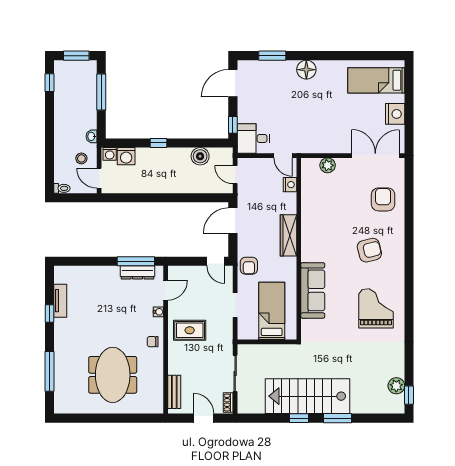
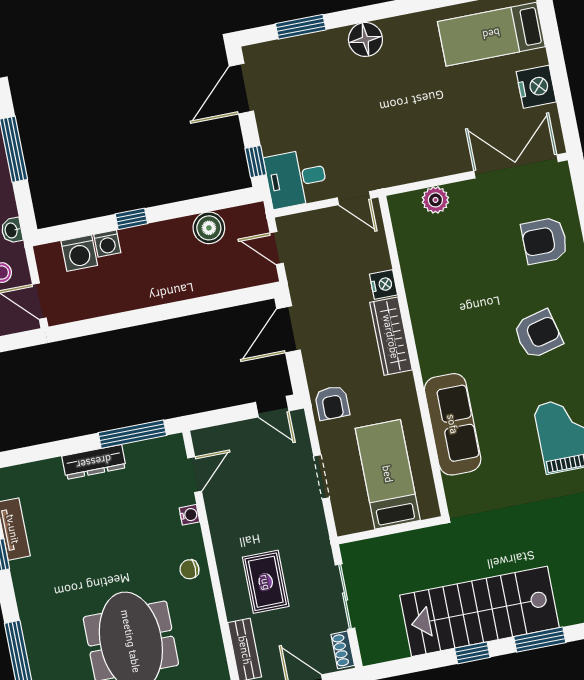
washing machine: (110, 154) -> (107, 244), moved
nightstand: (290, 185) -> (383, 284), moved
armchair: (383, 199) -> (544, 241), turned -90
dresser: (138, 272) -> (94, 462), moved
rug: (190, 330) -> (266, 582), moved, turned 90

